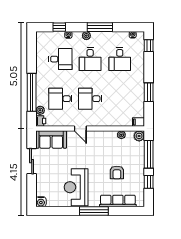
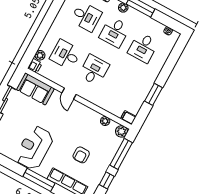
window: (149, 46) -> (178, 50), removed
window: (32, 92) -> (41, 34), removed
desk: (90, 99) -> (94, 70), turned 90

